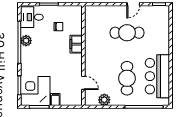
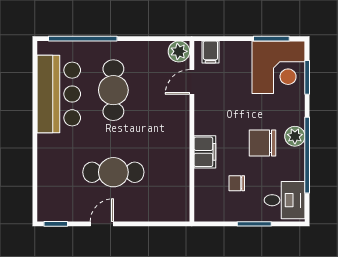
plant: (26, 41) -> (295, 136), moved
chair: (44, 49) -> (263, 143), added
door: (83, 83) -> (192, 82), hinge flipped
filing cabinet: (55, 100) -> (210, 52), moved
plant: (104, 100) -> (179, 51), moved

